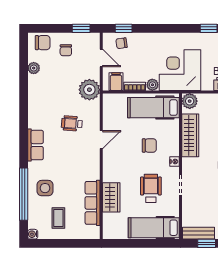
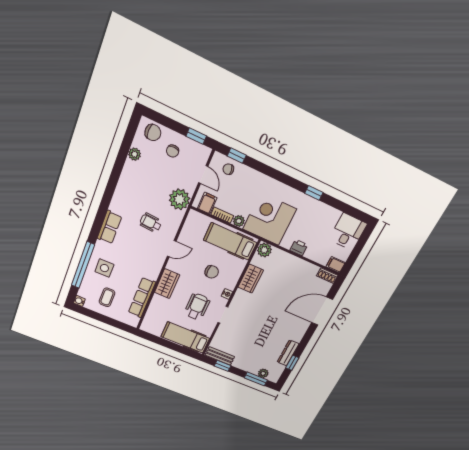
wardrobe: (190, 135) -> (251, 279), width x0.67
wardrobe: (111, 197) -> (167, 284), moved

